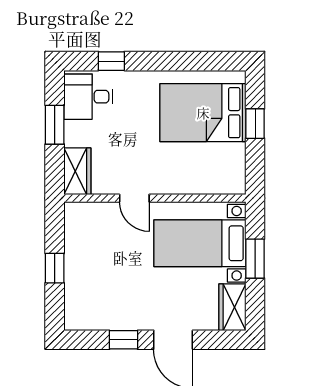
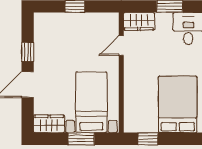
window: (255, 124) -> (148, 139), moved
door: (134, 198) -> (121, 46), moved

